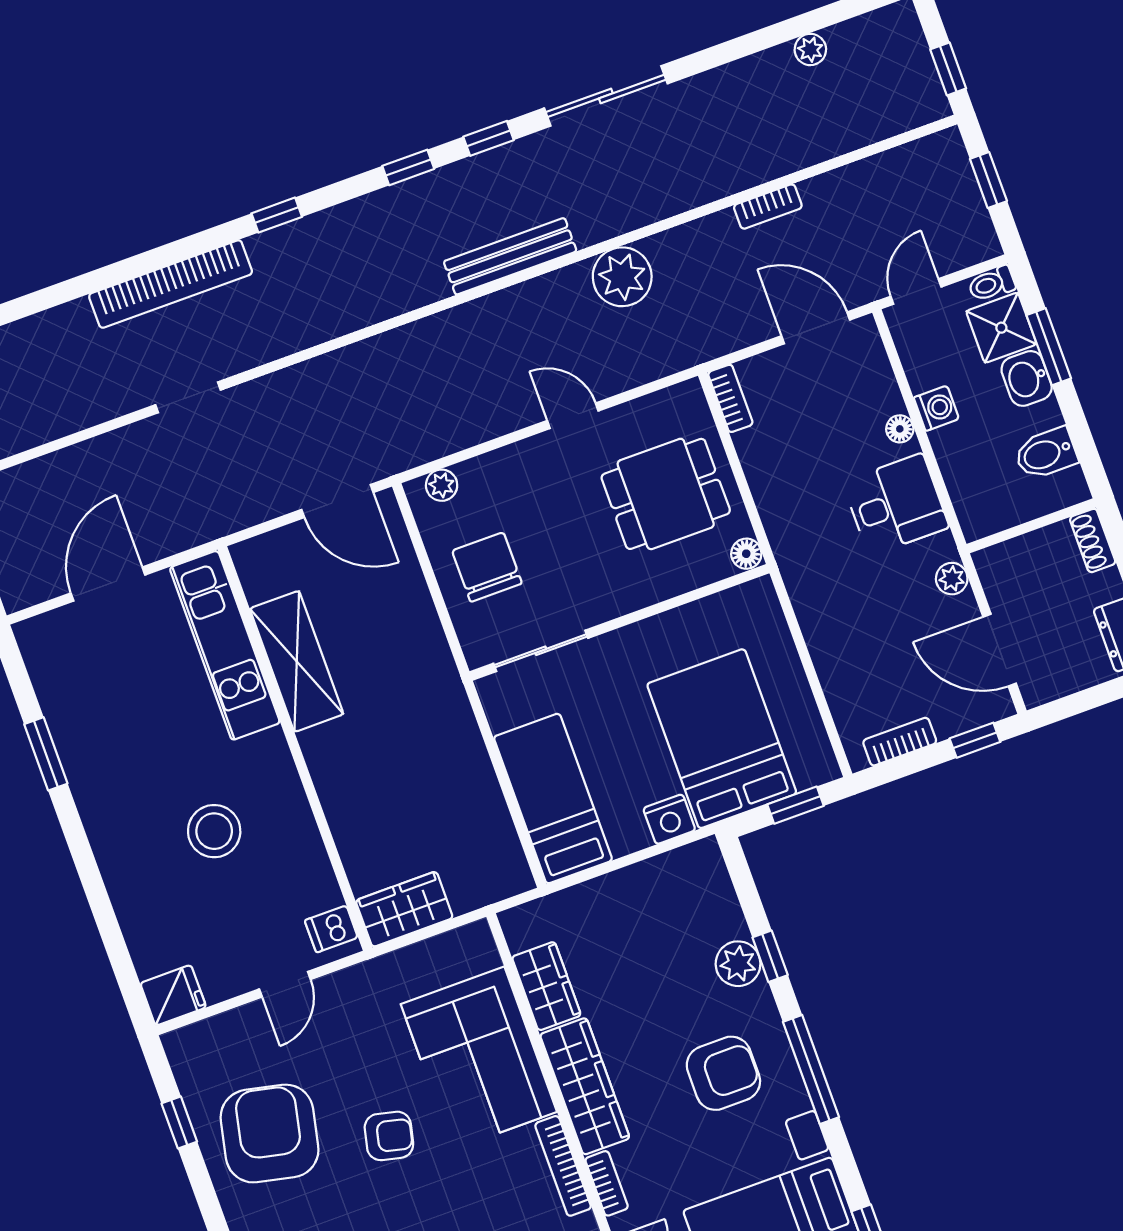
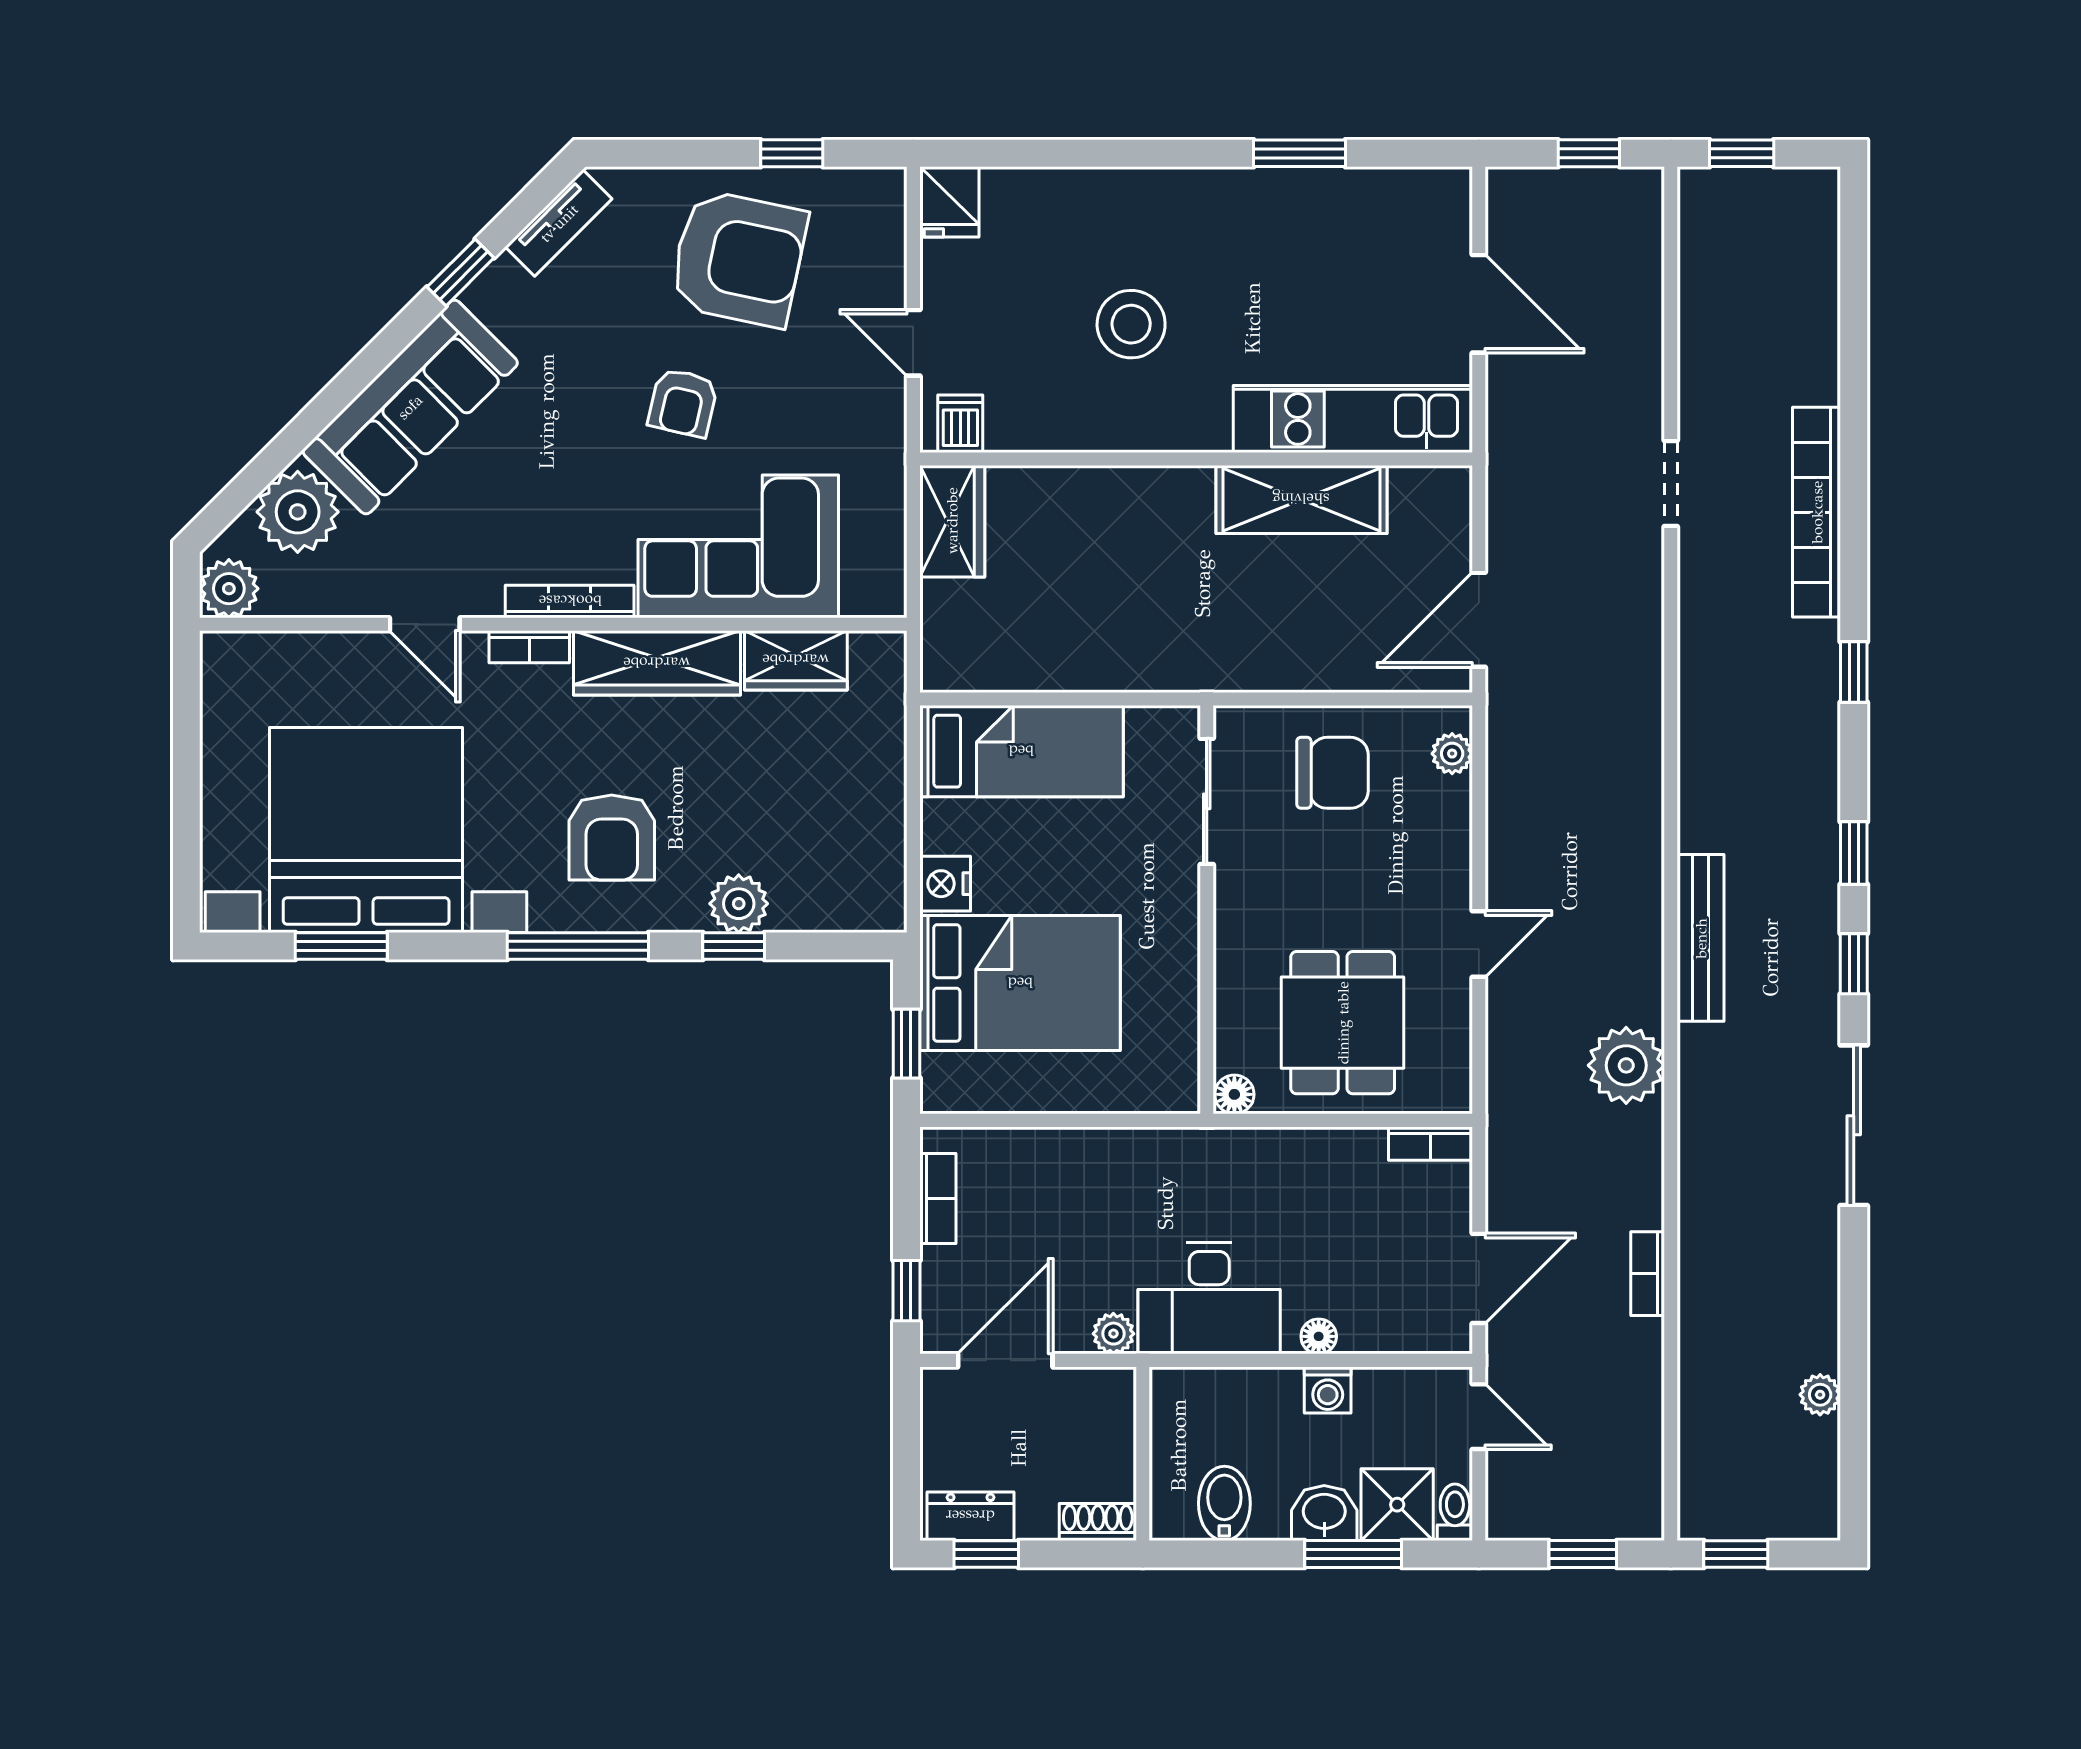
desk: (896, 504) -> (1209, 1298), width x1.37

